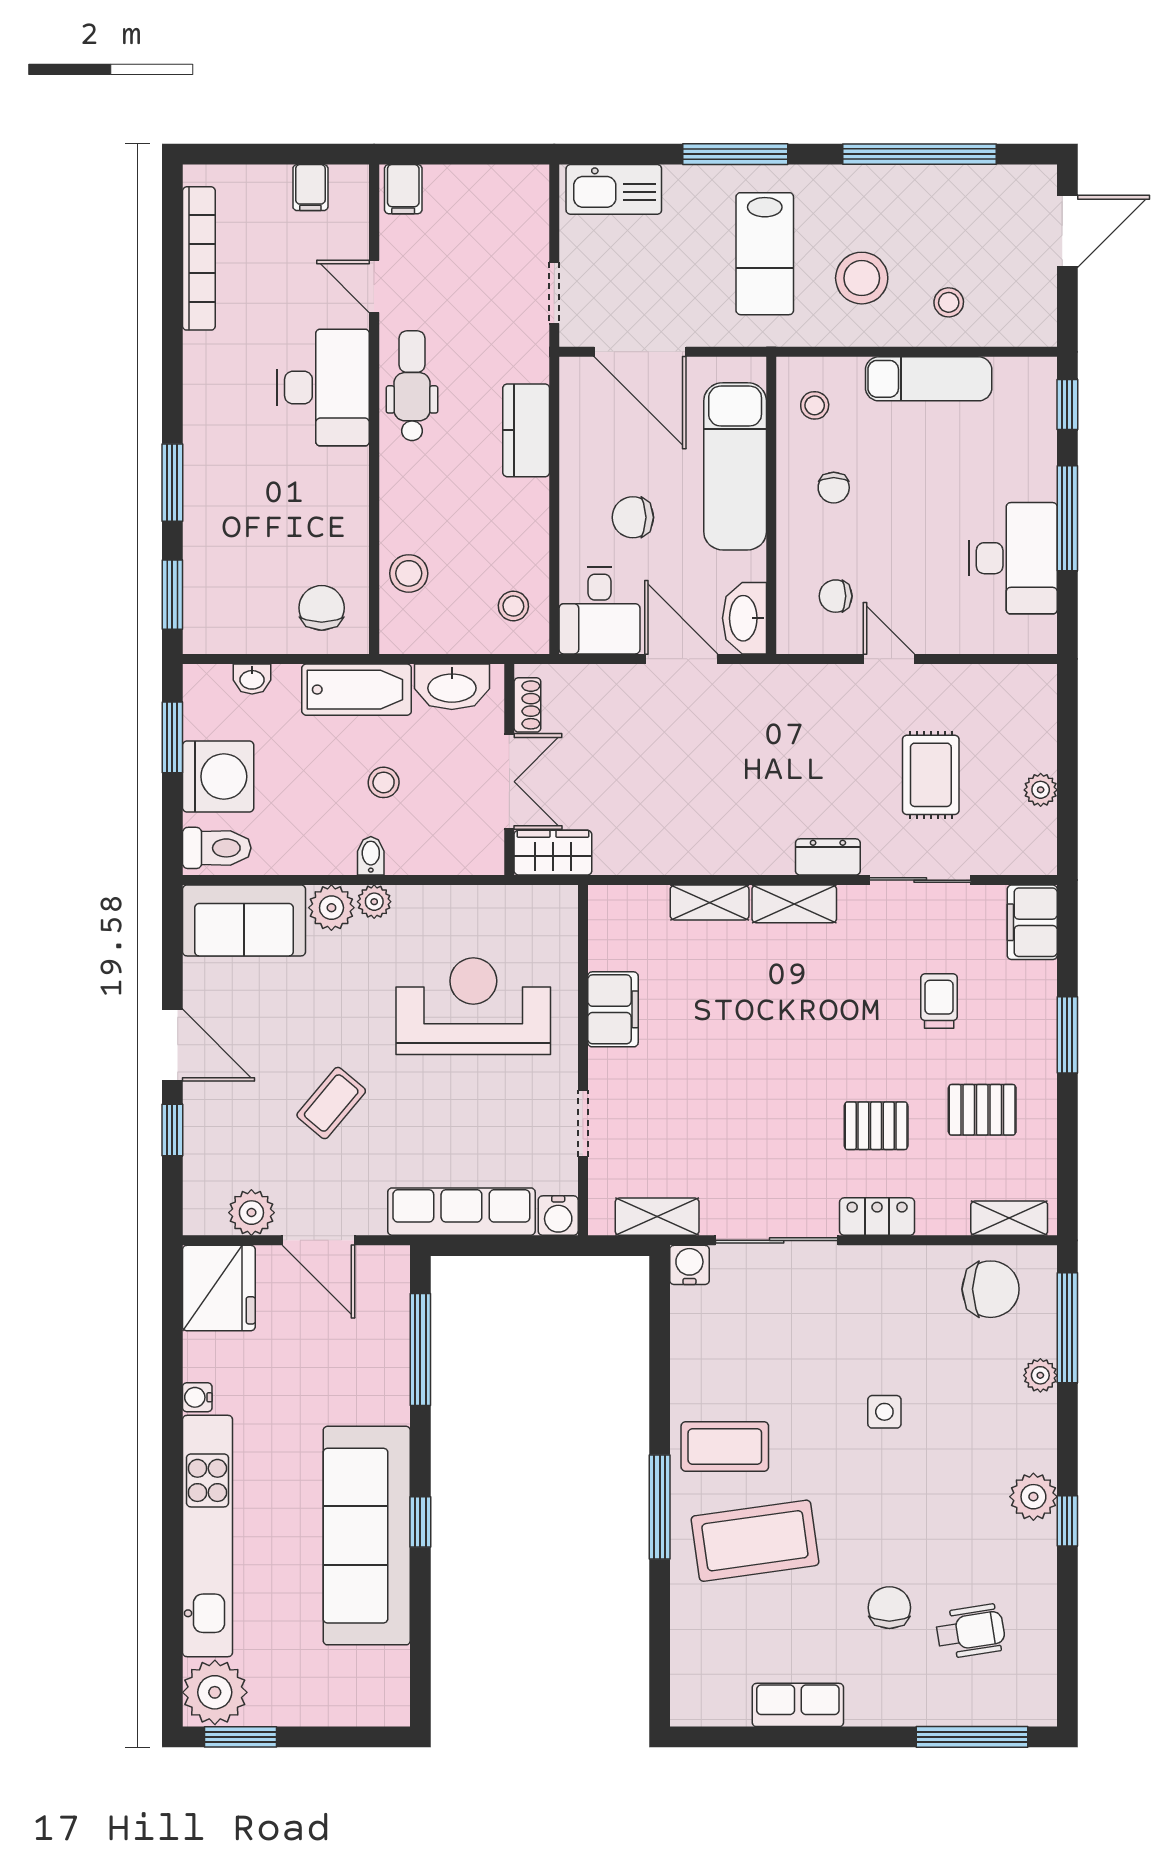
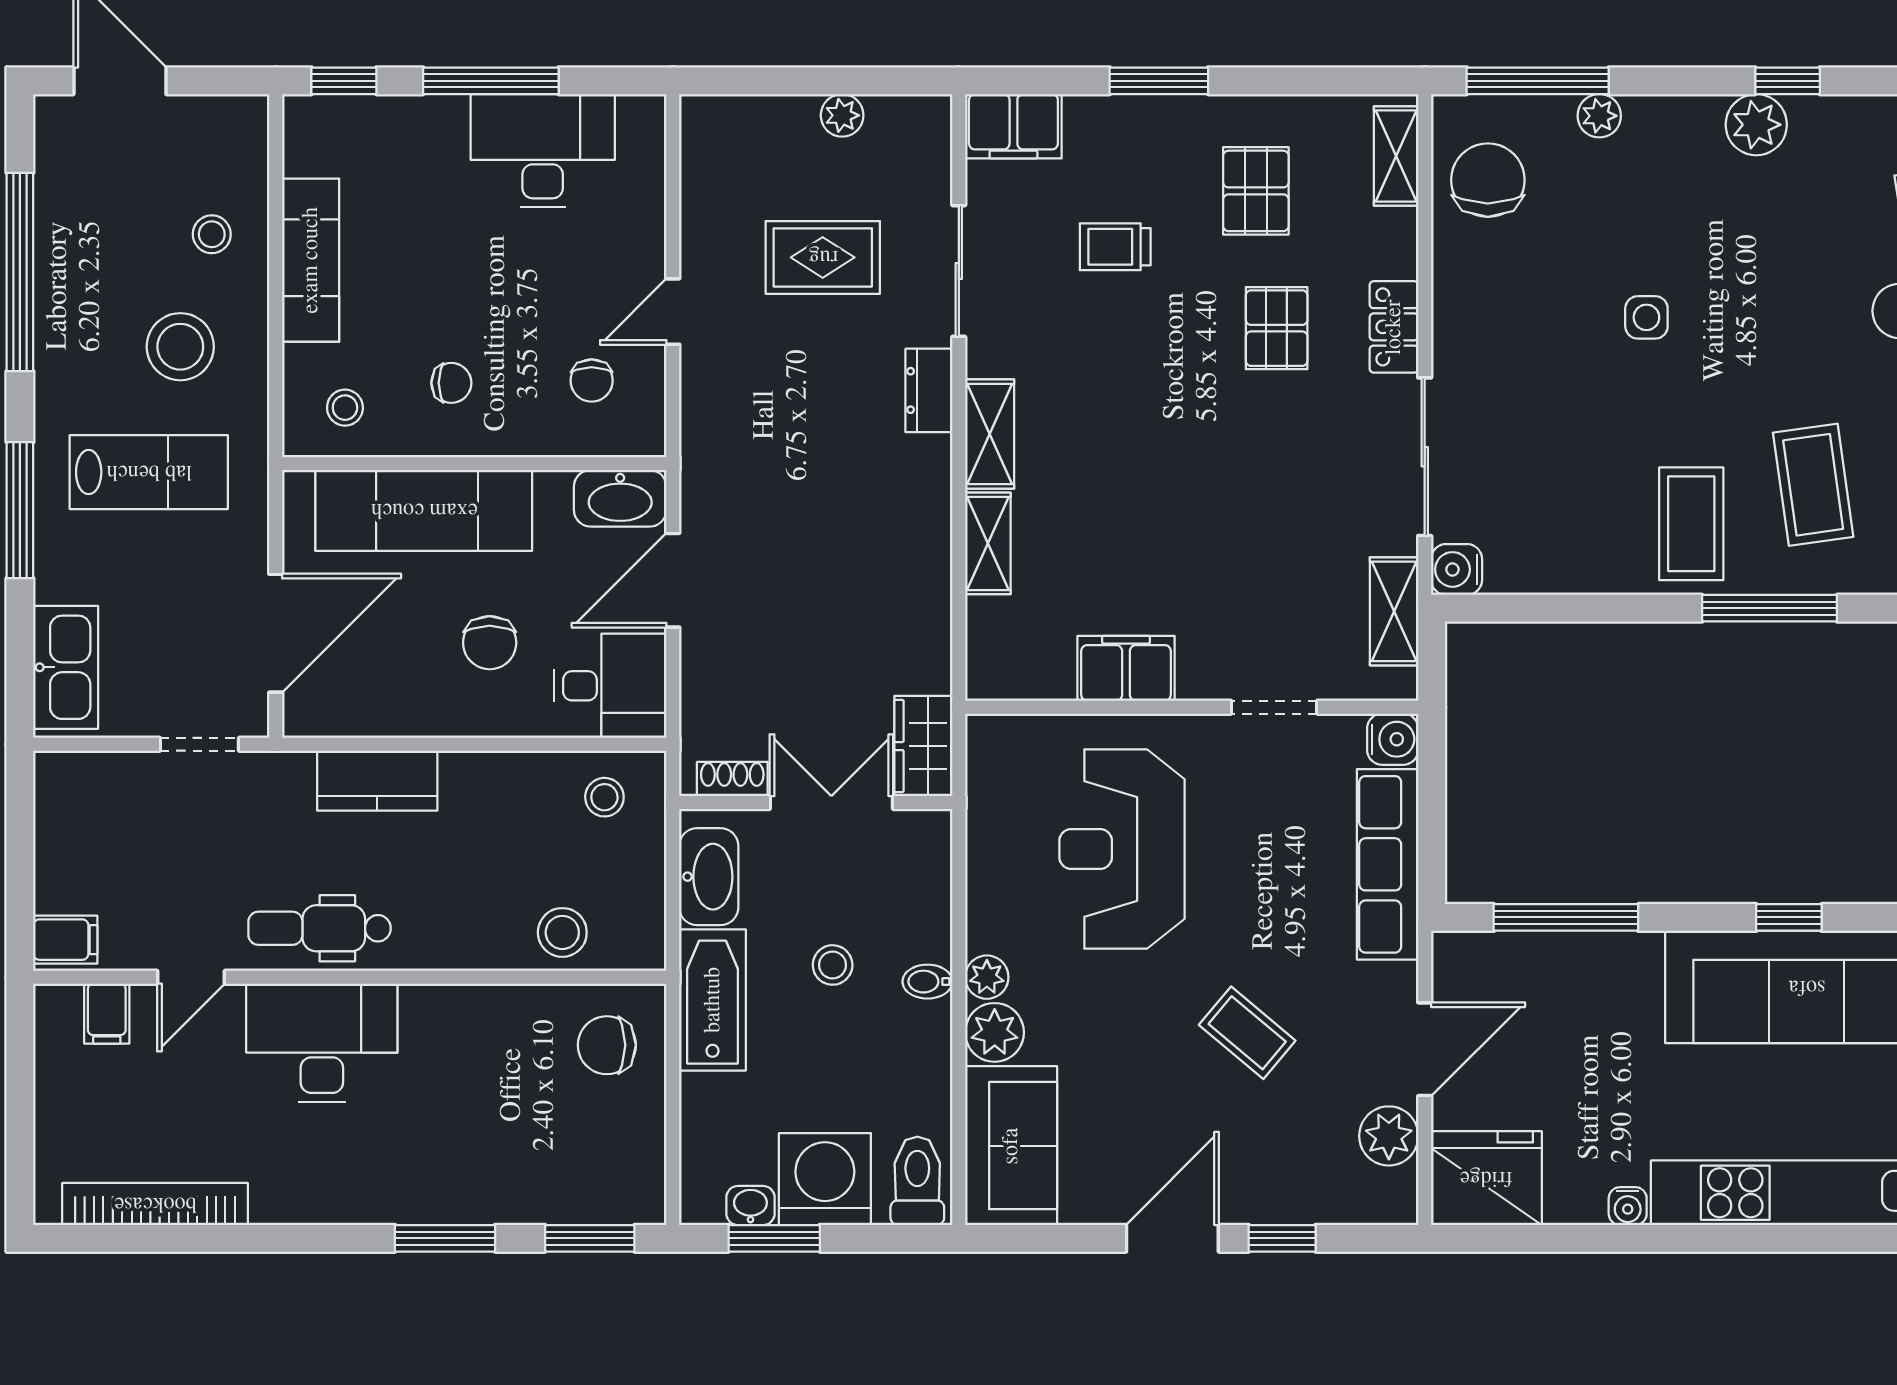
filing cabinet: (310, 188) -> (107, 1014), moved, turned 90
washbasin: (252, 679) -> (750, 1205), moved, turned -90
coffee table: (755, 1541) -> (1813, 485), width x0.73, depth x0.76

